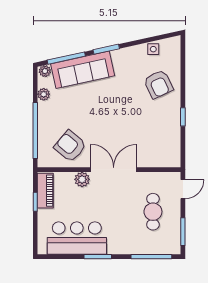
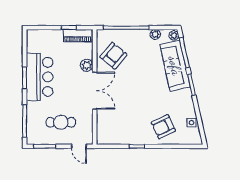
bar counter: (77, 238) -> (40, 77), moved

